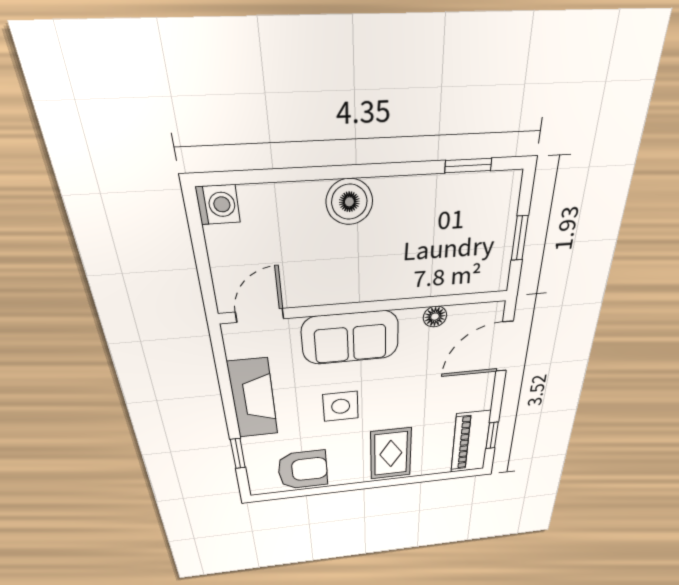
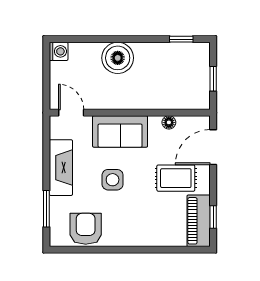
boiler: (349, 202) -> (118, 58), width x1.37, depth x1.37
door: (260, 315) -> (71, 113), hinge flipped
window: (238, 454) -> (46, 209), width x1.50
rug: (391, 454) -> (176, 178), moved, turned 90
armchair: (303, 470) -> (86, 229), turned -90

